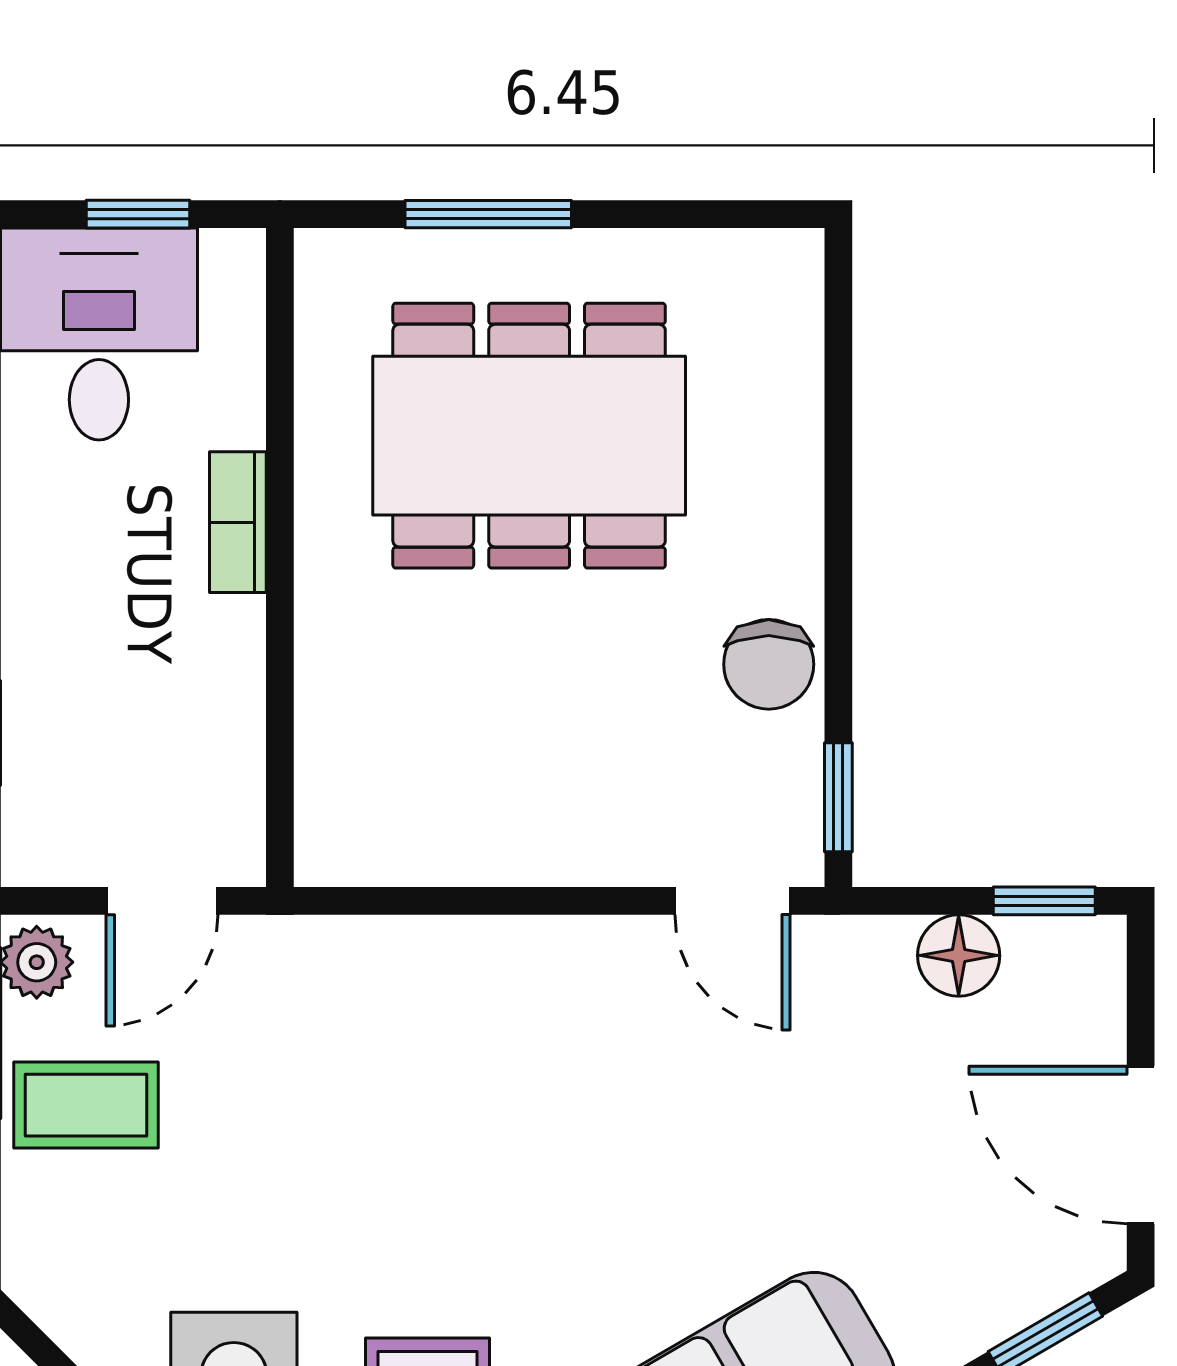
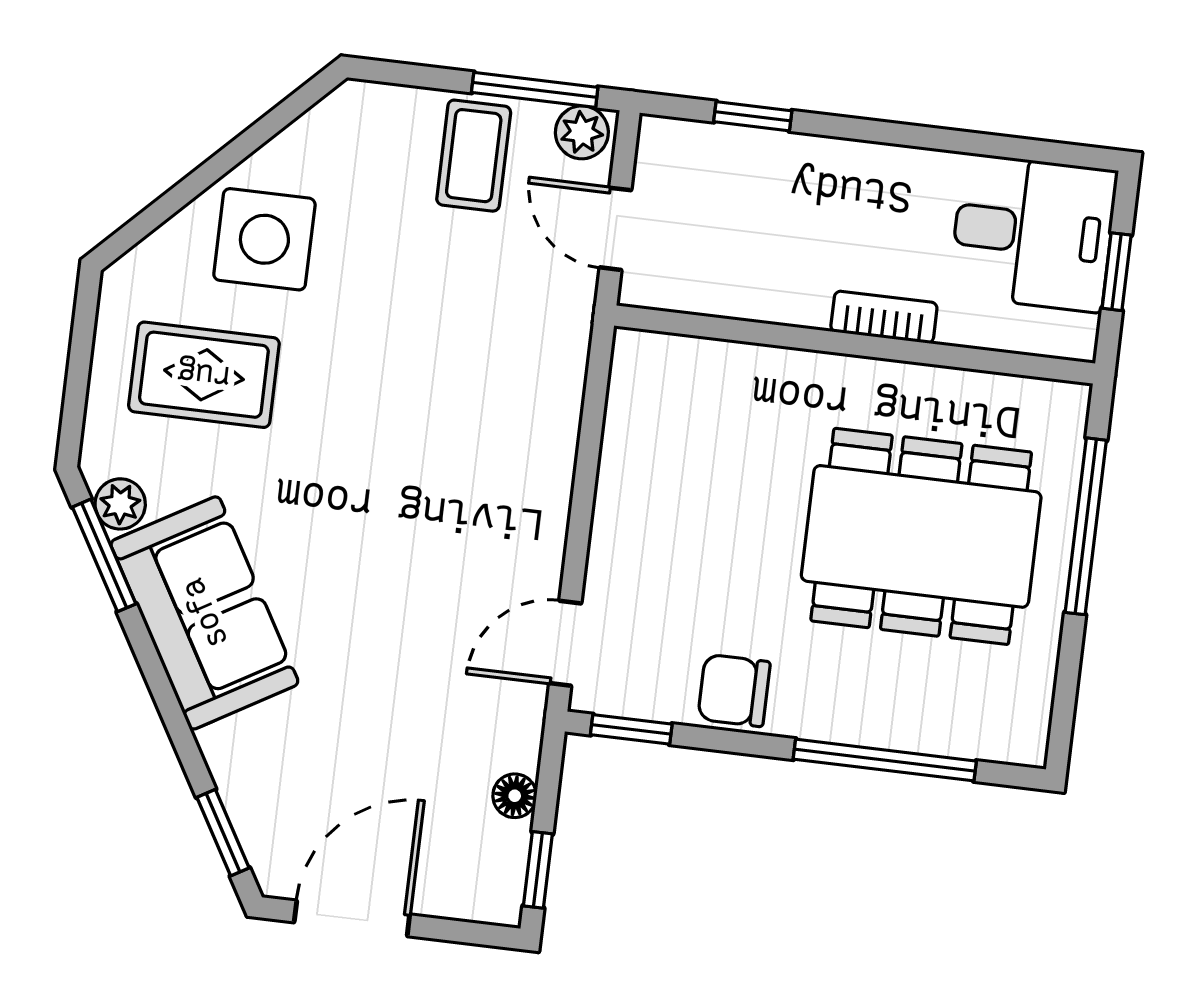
window: (488, 214) -> (1086, 526), width x1.44
dining table: (529, 436) -> (921, 536), turned 90
window: (838, 448) -> (885, 760), added
floor lamp: (959, 955) -> (515, 796), width x0.73, depth x0.73

